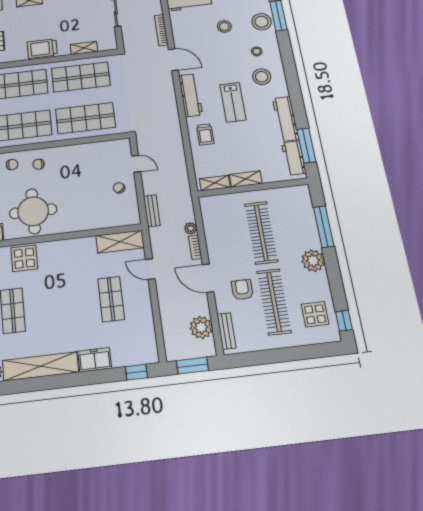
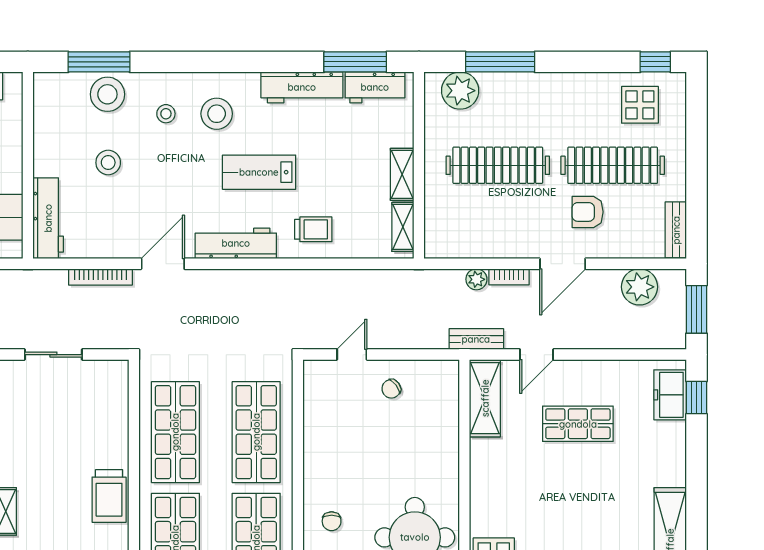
shelving: (84, 48) -> (118, 420), removed
lab bench: (233, 102) -> (259, 172), turned 180
bench: (152, 211) -> (476, 339), moved
plant: (313, 261) -> (460, 91), moved
bench: (226, 331) -> (676, 230), moved, turned 90
freezer: (95, 360) -> (670, 395), moved

